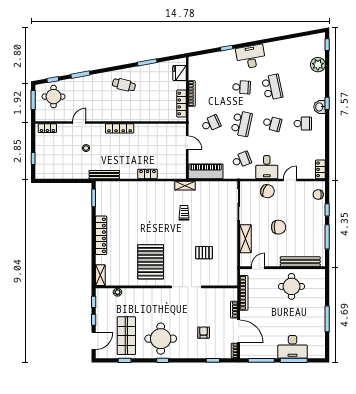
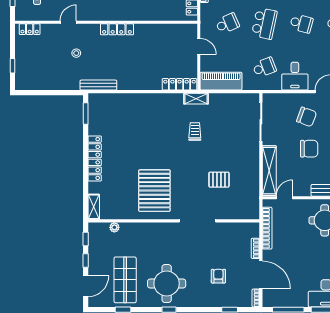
locker: (147, 174) -> (180, 84), moved, width x1.53
chair: (267, 191) -> (307, 117), moved
shelving: (246, 239) -> (269, 171), width x1.47

